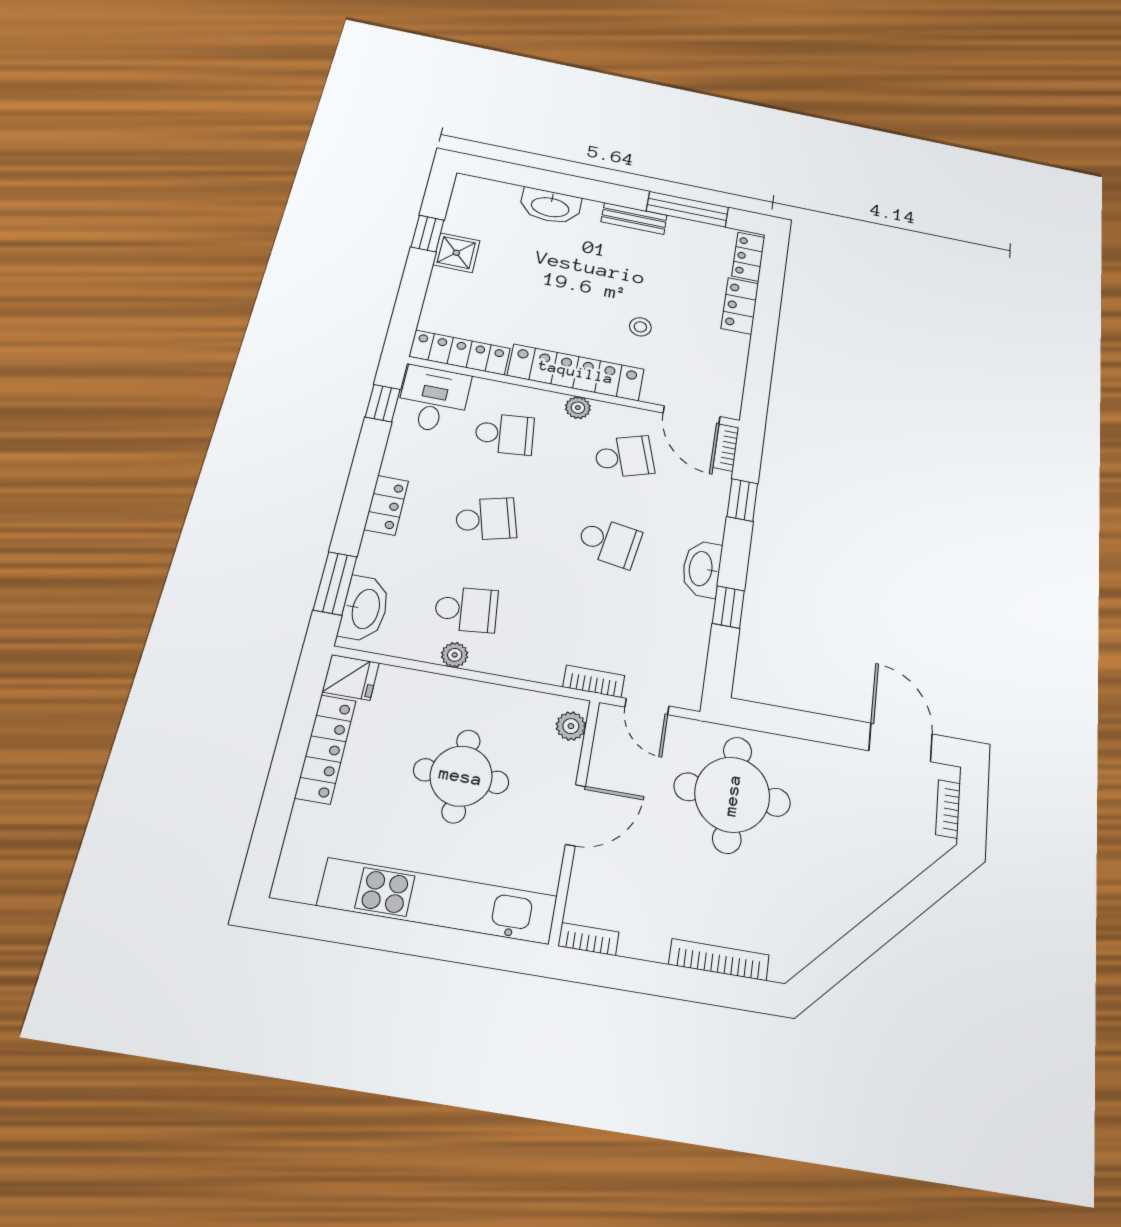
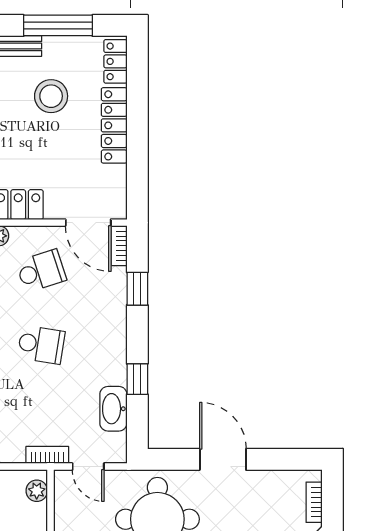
locker: (740, 306) -> (114, 125), width x1.53
stool: (640, 327) -> (51, 96), moved, width x1.89, depth x1.89
washbasin: (702, 569) -> (113, 409), moved
door: (901, 742) -> (223, 459), moved

